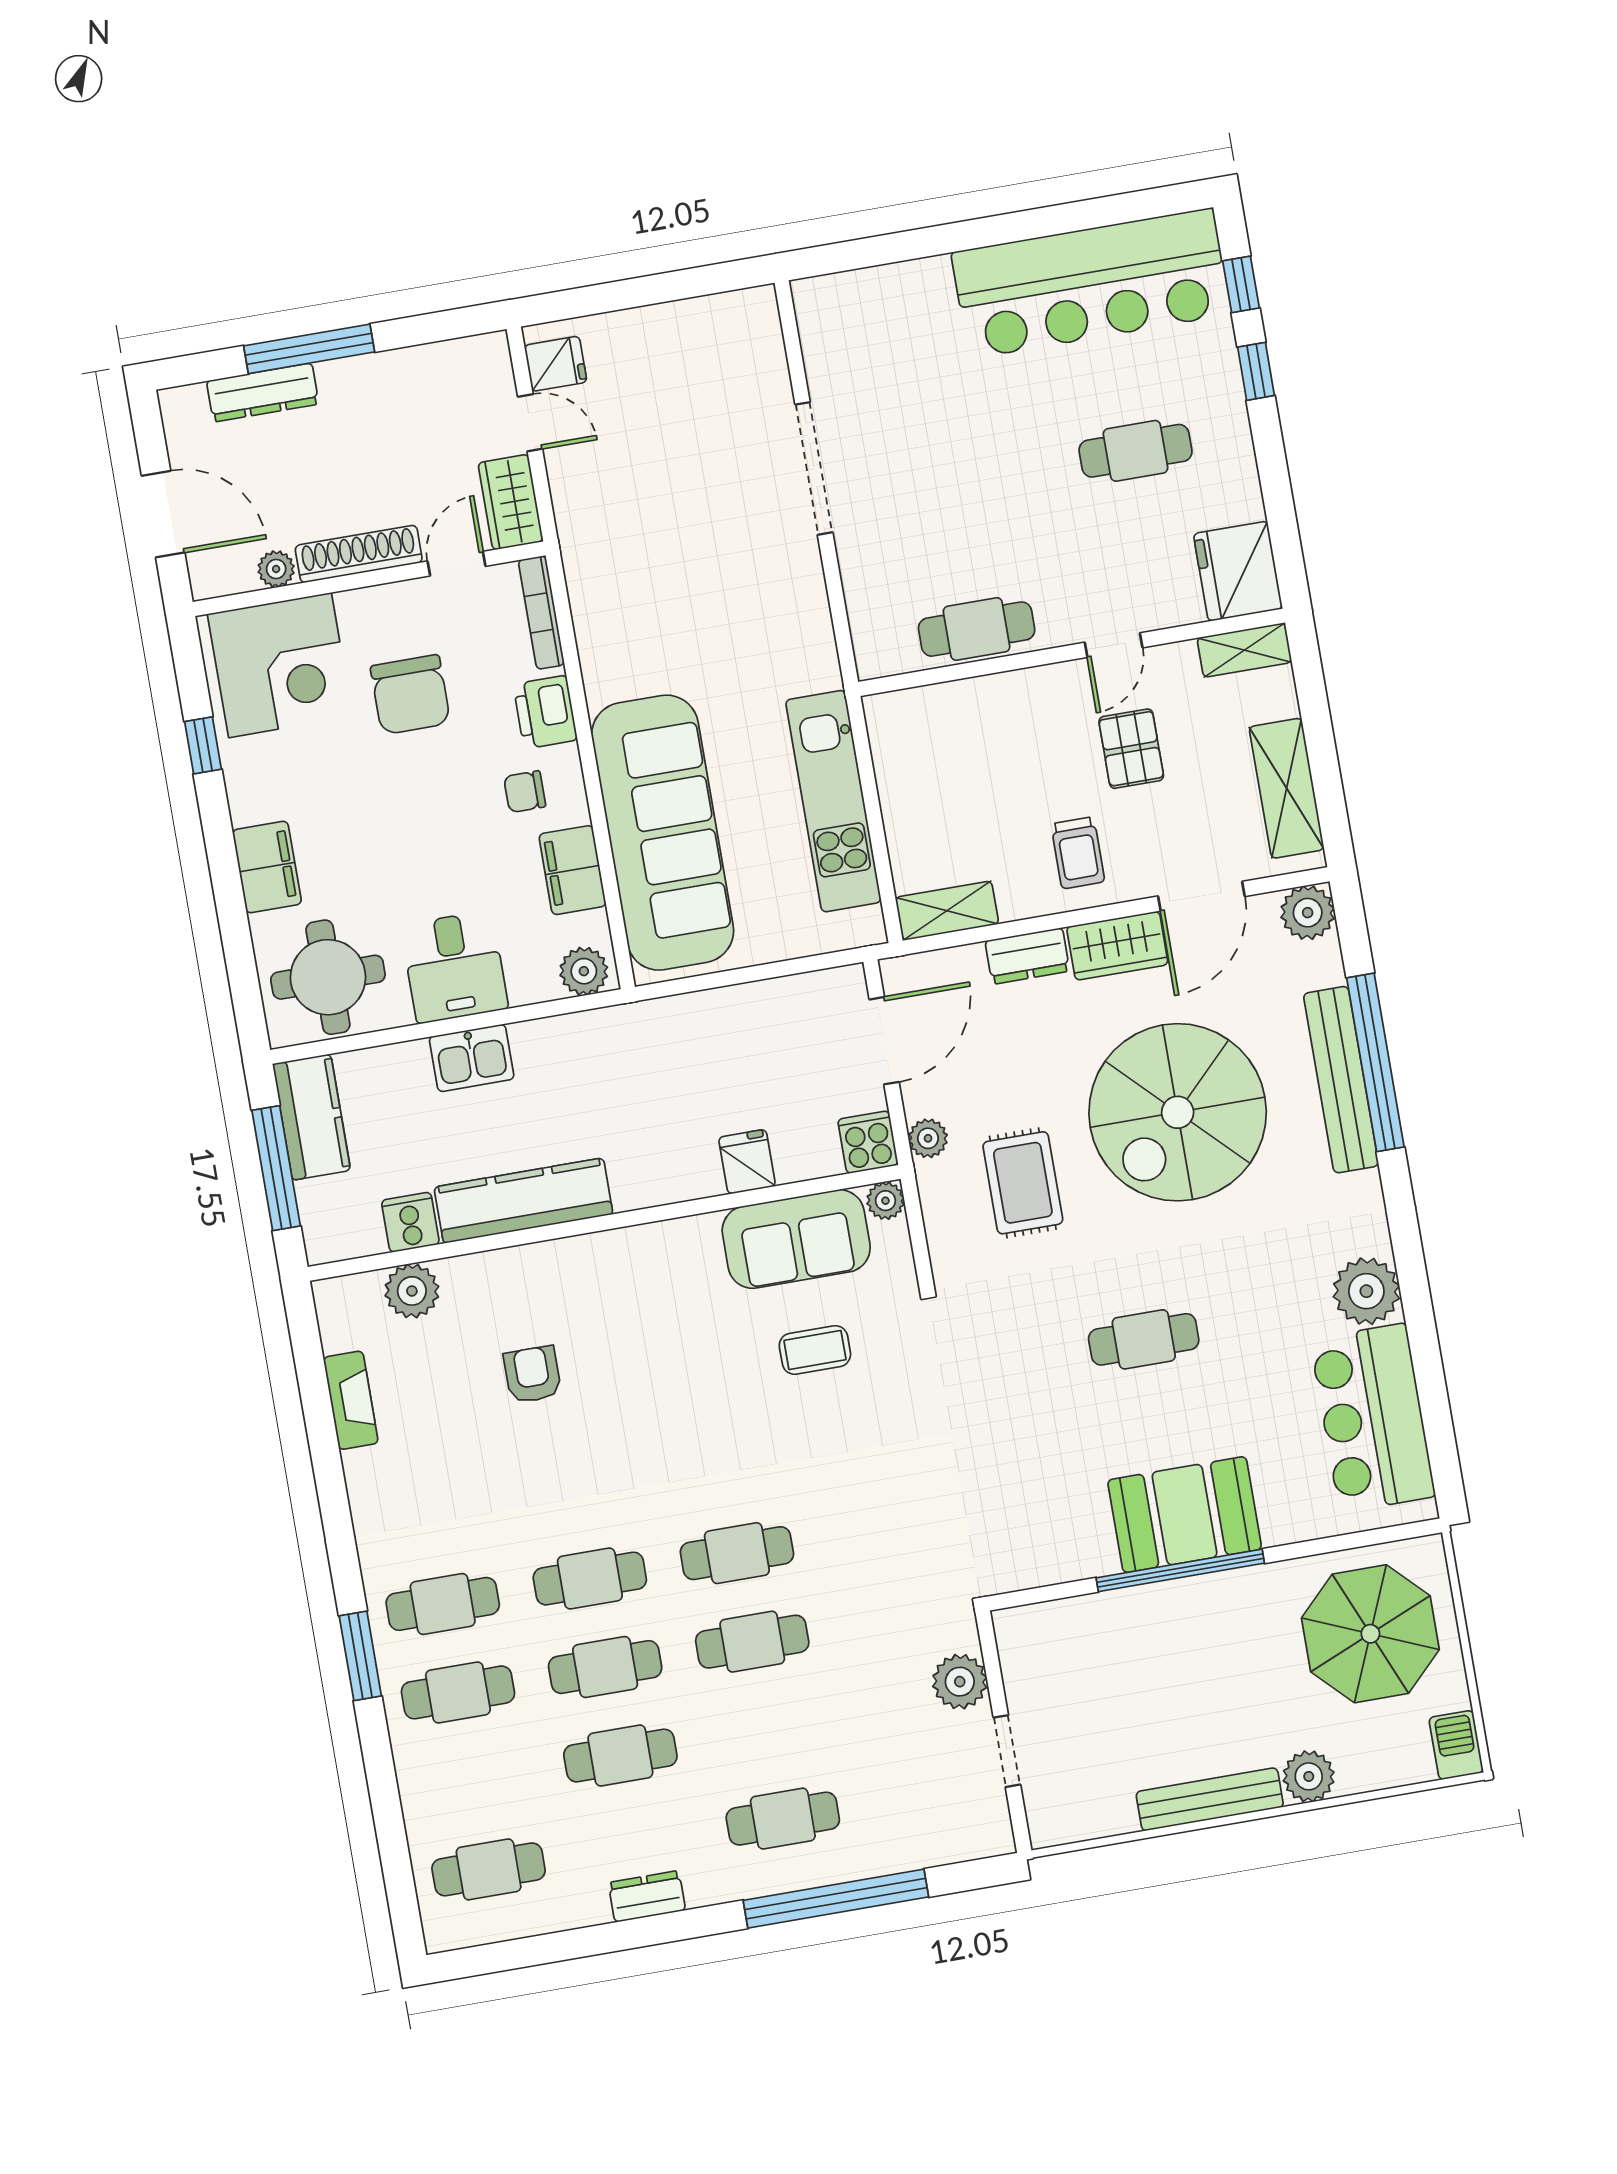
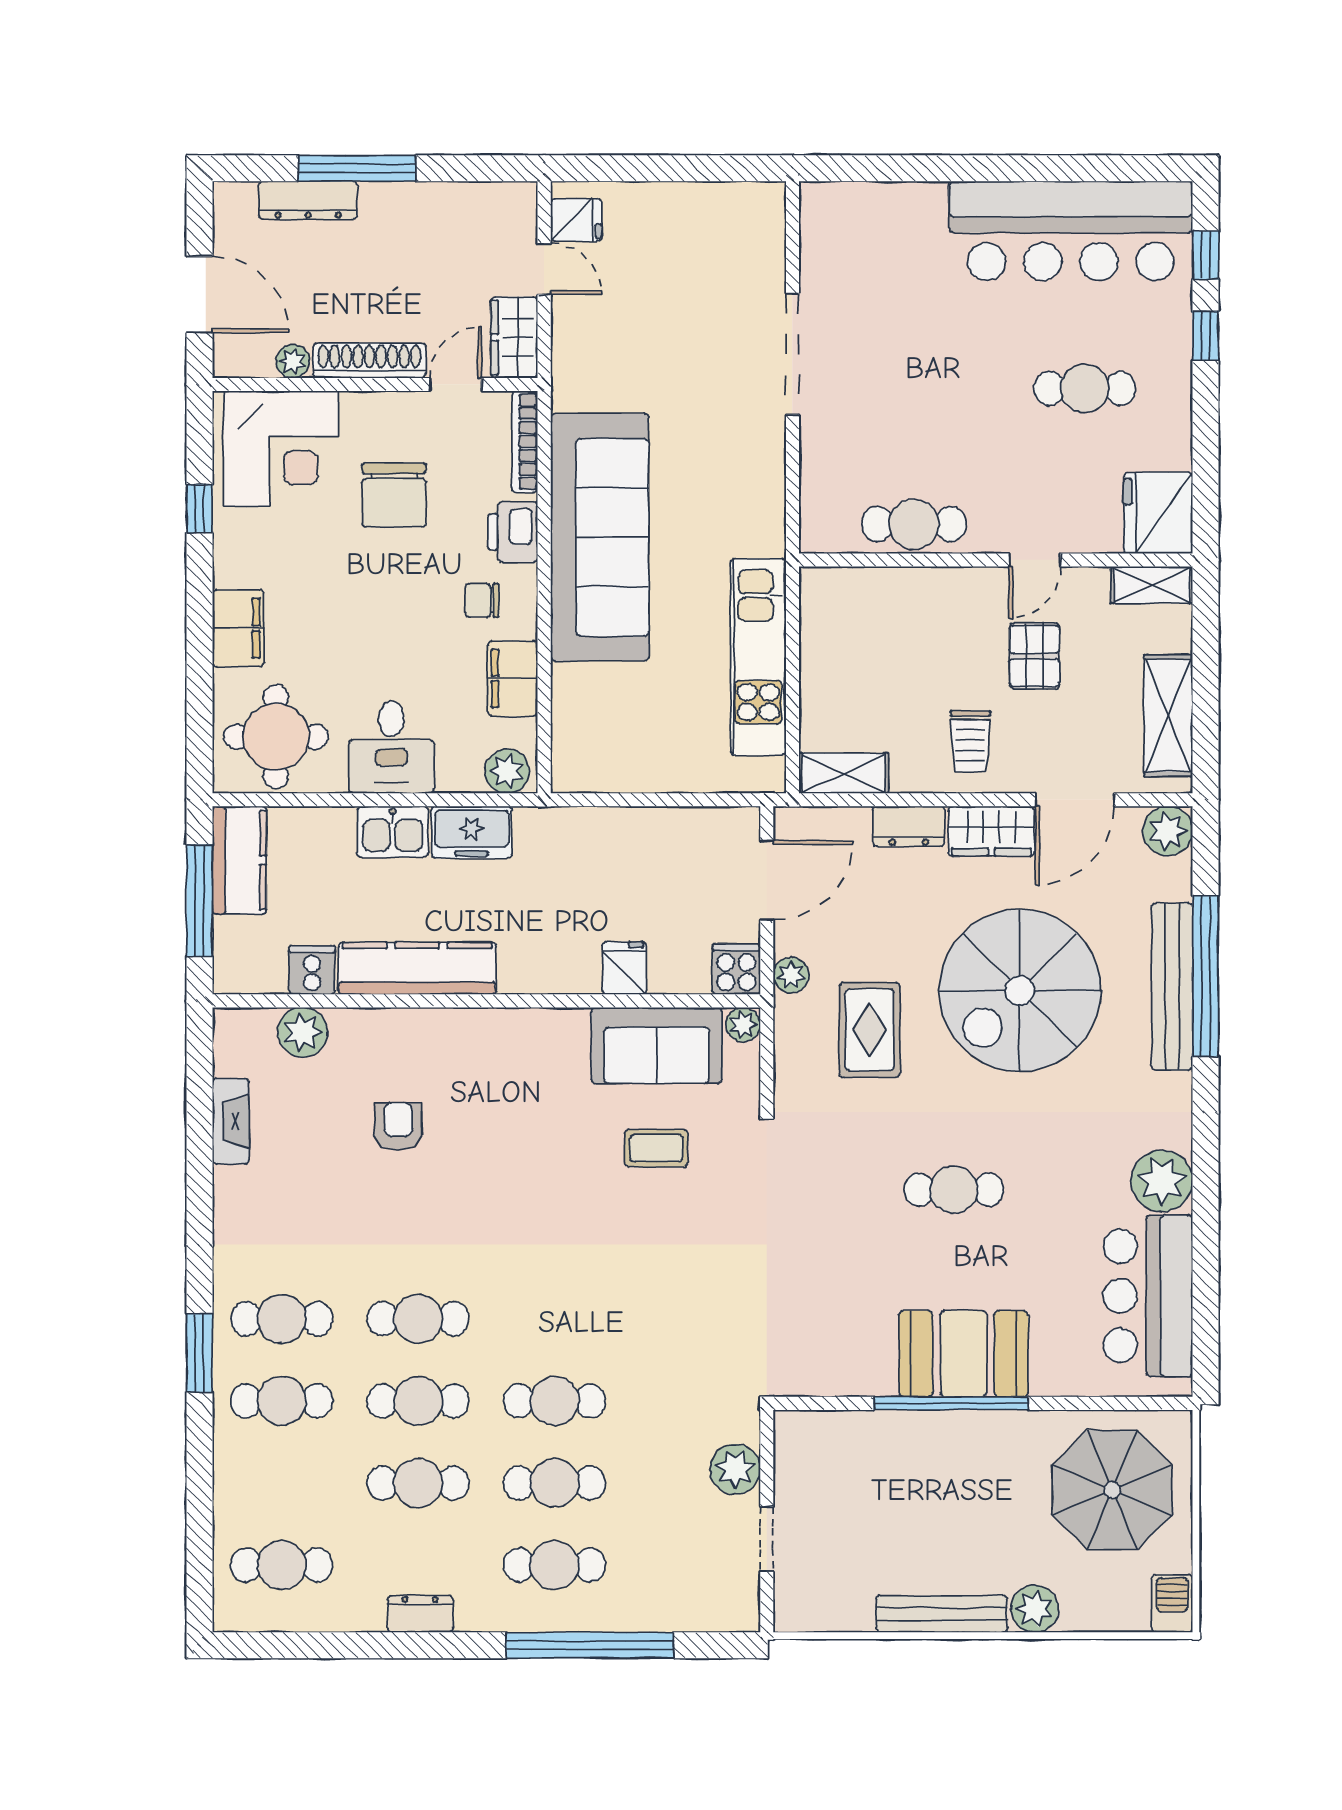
sofa: (663, 833) -> (600, 537), moved
freezer: (557, 1044) -> (472, 832), added
cafe table: (737, 1553) -> (555, 1483), moved

